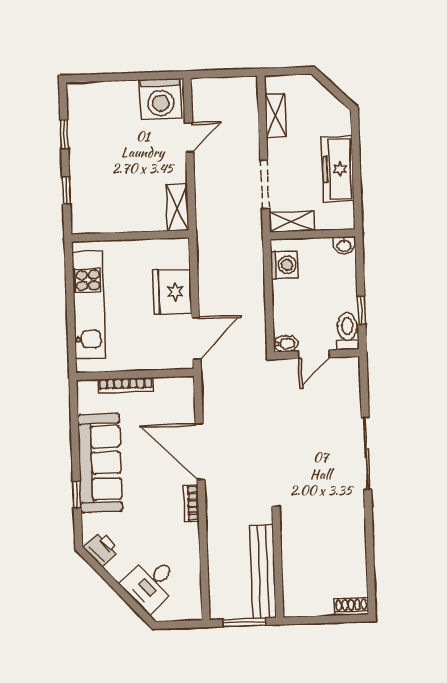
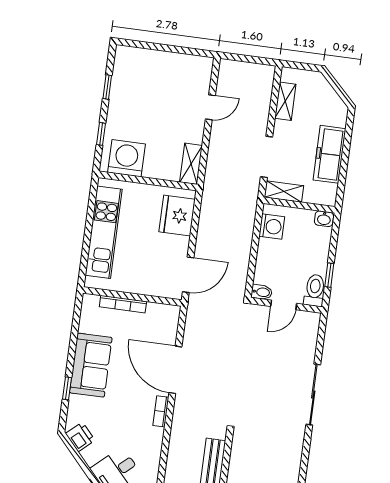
washing machine: (161, 99) -> (126, 158), moved, turned 180
fridge: (172, 292) -> (177, 216), moved
sofa: (100, 463) -> (91, 365), width x0.73

